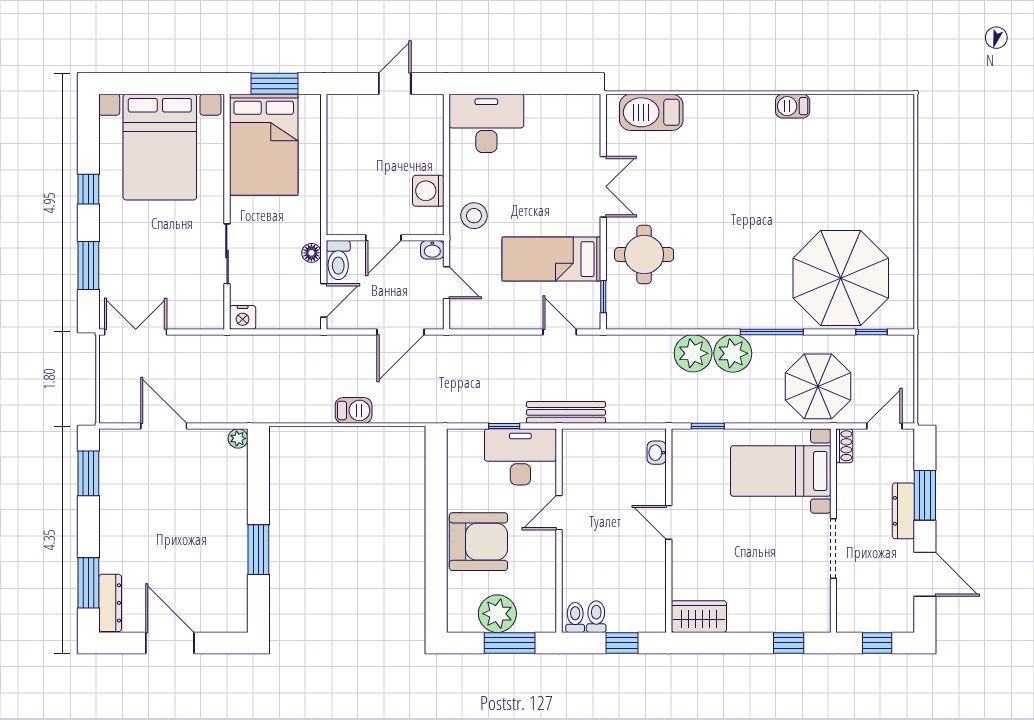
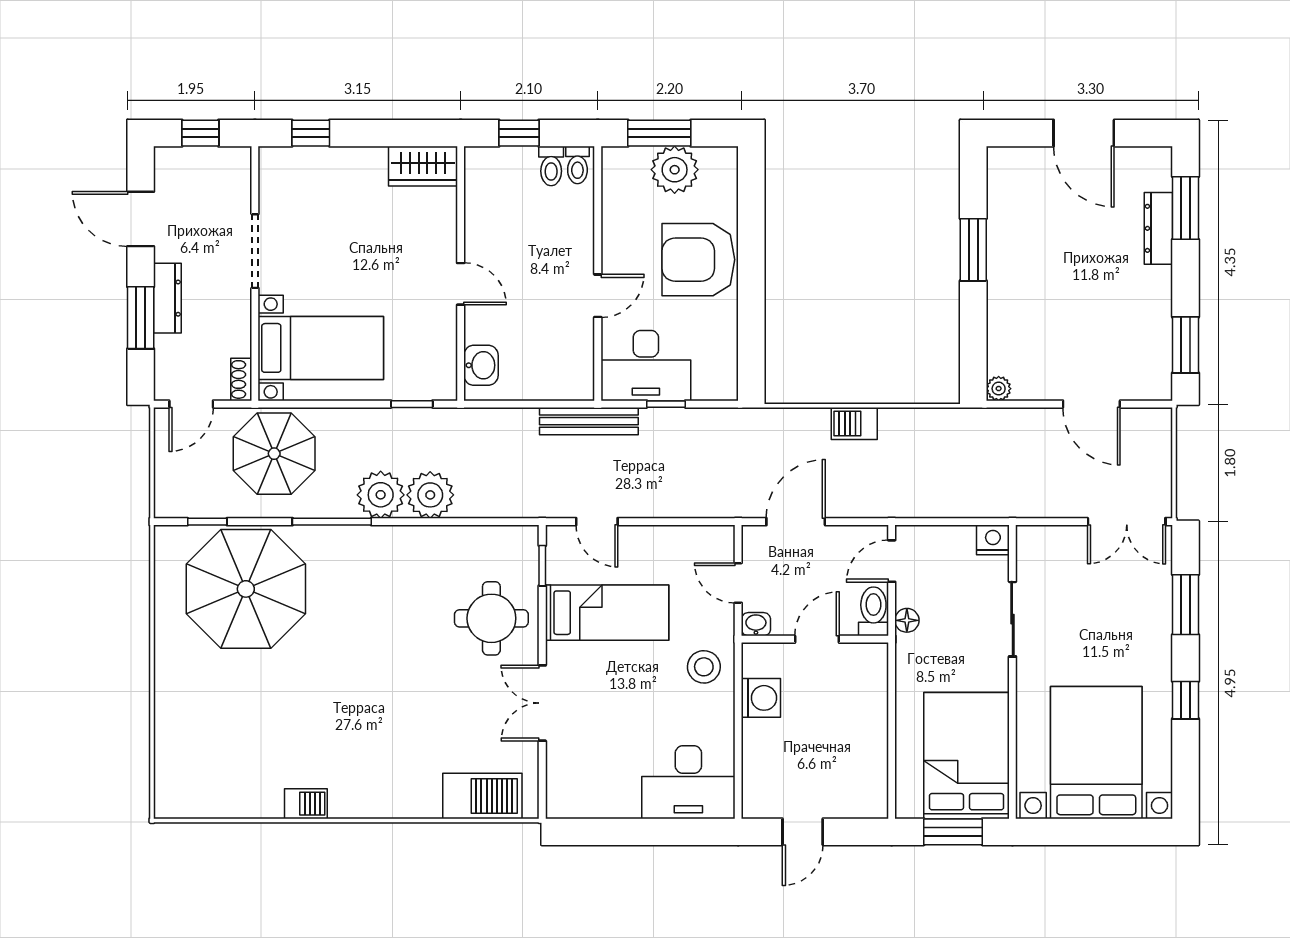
washbasin: (657, 453) -> (481, 365), width x1.38, depth x1.45
dresser: (110, 603) -> (1158, 228), moved

